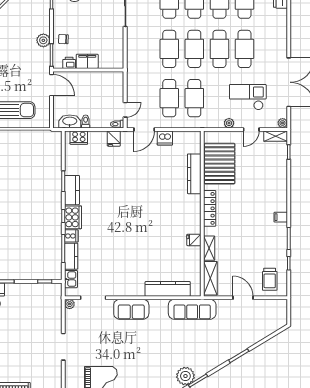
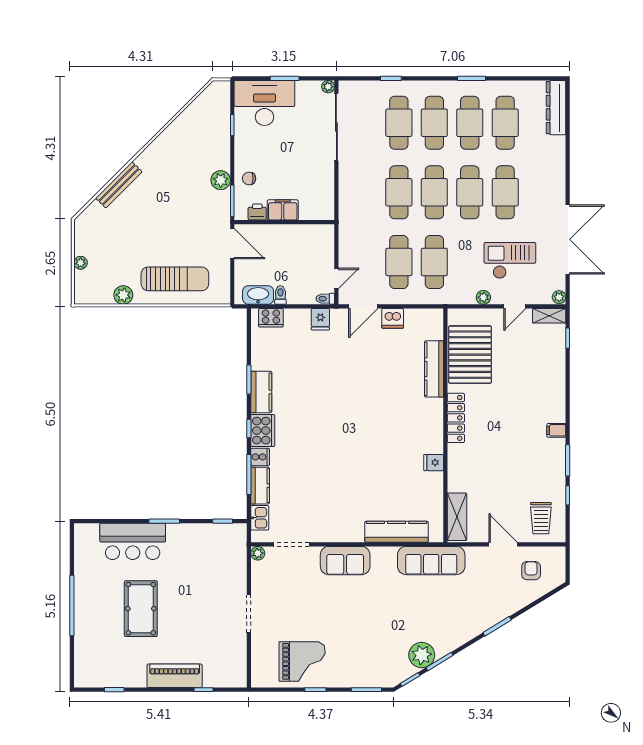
shelving: (209, 248) -> (455, 474), removed
armchair: (263, 316) -> (531, 571), added

